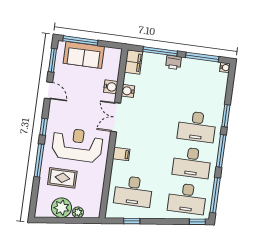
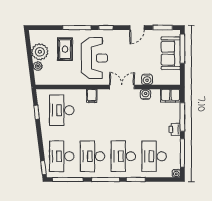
desk: (202, 91) -> (154, 156), added

